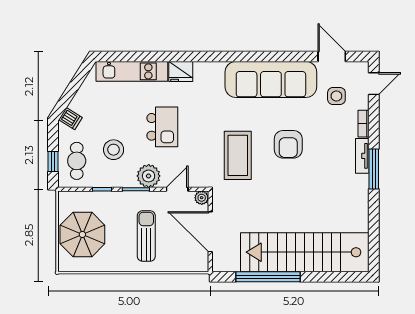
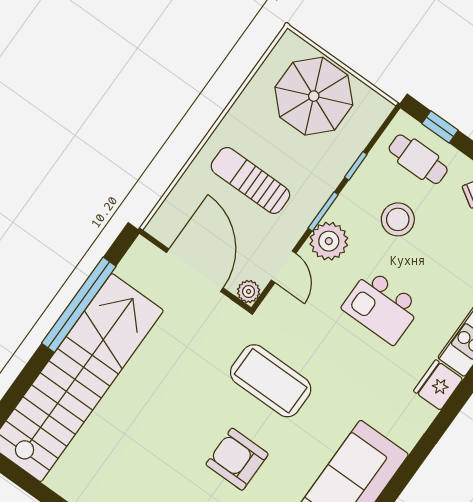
door: (210, 232) -> (195, 270), hinge flipped
sun lounger: (146, 236) -> (250, 180), turned 180

